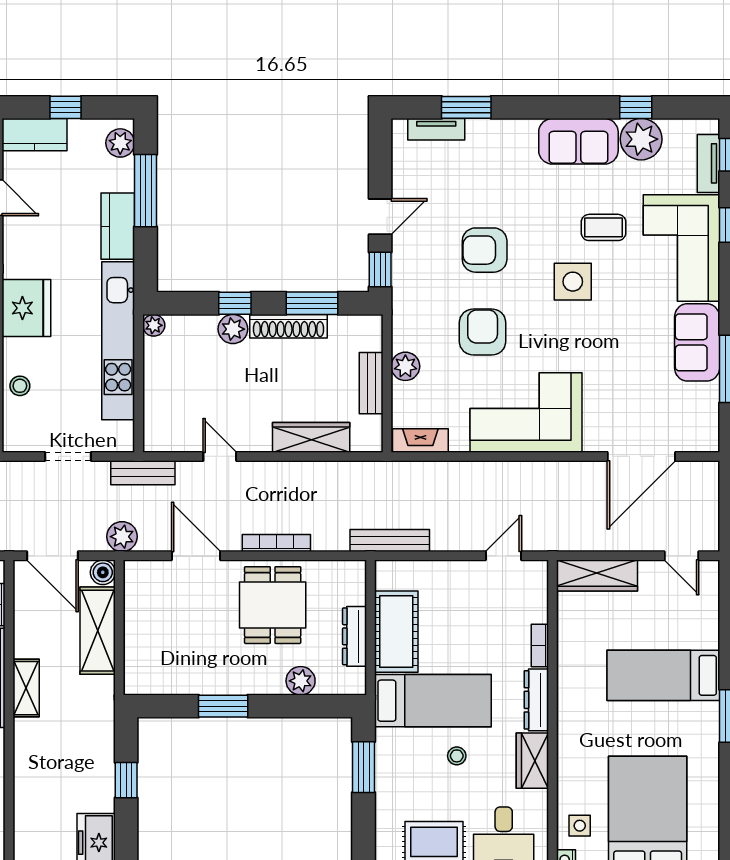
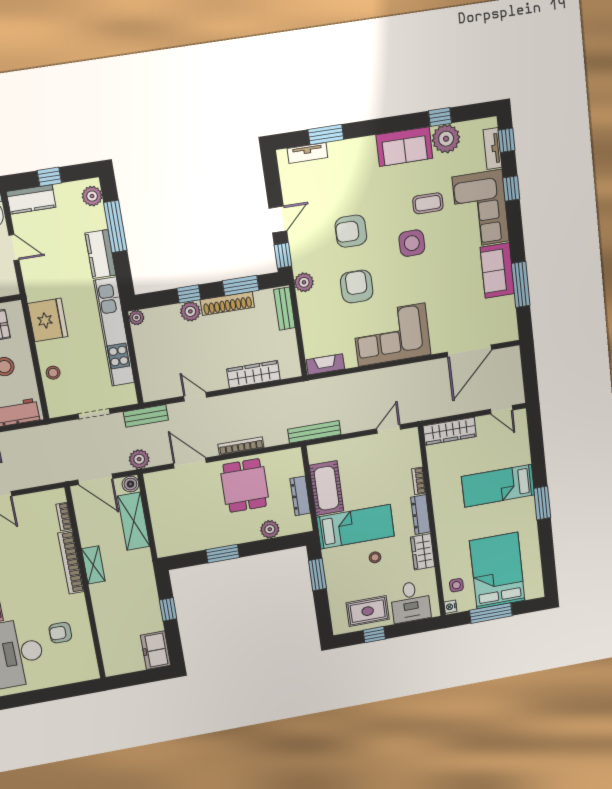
plant: (405, 366) -> (304, 282), moved
bench: (371, 383) -> (284, 309), moved

